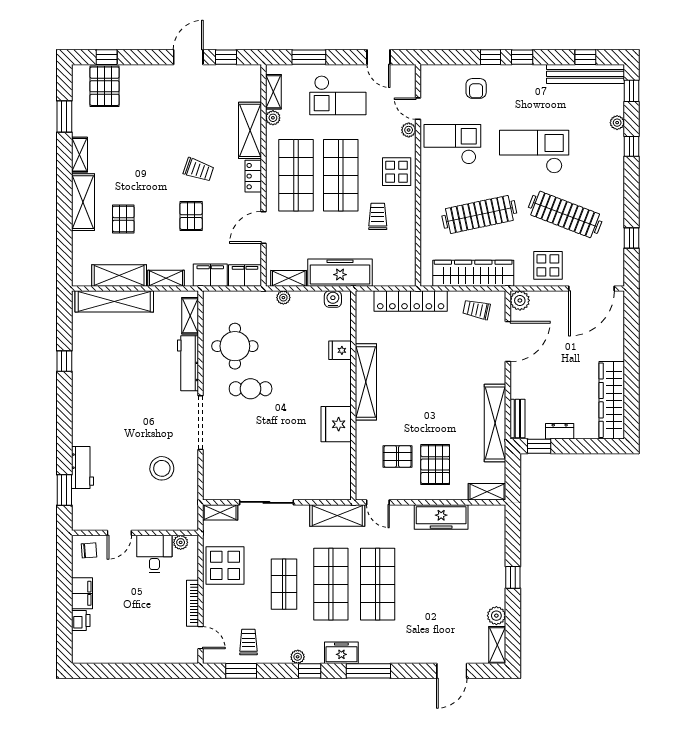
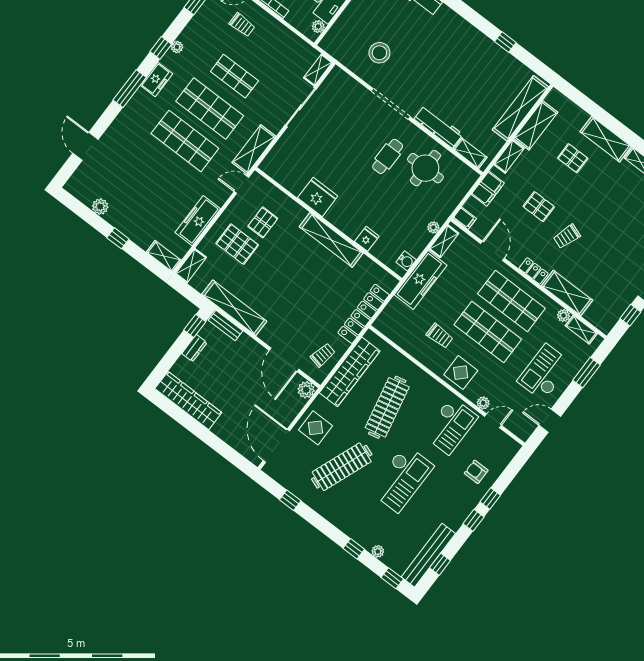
filing cabinet: (245, 275) -> (465, 218), width x0.50
display table: (225, 565) -> (279, 45), removed
trolley: (248, 642) -> (242, 25), moved
shelving: (497, 645) -> (164, 256), moved

